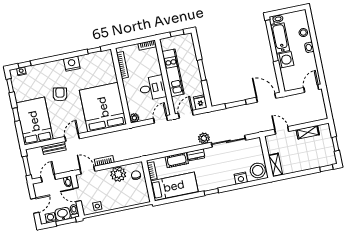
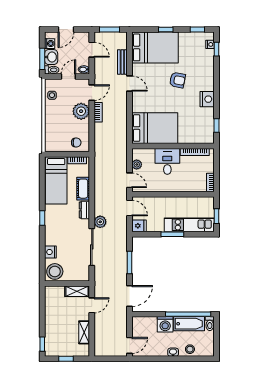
kitchen unit: (173, 73) -> (189, 225), moved, turned 180
desk: (153, 88) -> (167, 161), moved, turned 180
door: (311, 88) -> (129, 345), hinge flipped
bed: (103, 107) -> (155, 128), width x0.73
plant: (134, 118) -> (137, 165), moved
shelving: (275, 165) -> (77, 291), moved
plant: (118, 174) -> (81, 111), moved
door: (35, 206) -> (66, 29), hinge flipped

